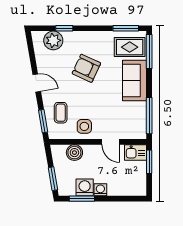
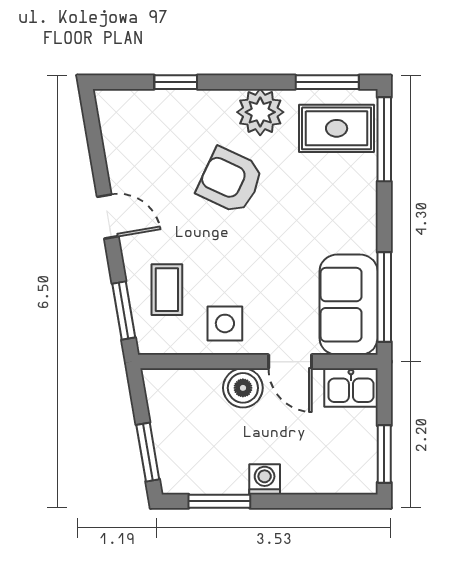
plant: (53, 40) -> (260, 112), moved
sofa: (135, 81) -> (349, 305), moved
boiler: (74, 153) -> (243, 388), moved
window: (149, 162) -> (384, 454), moved
washing machine: (85, 187) -> (226, 474), removed

